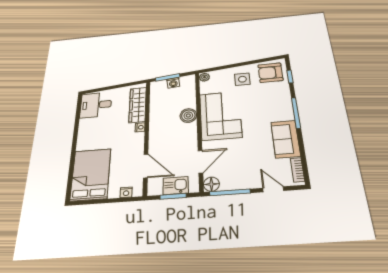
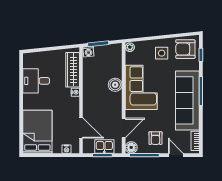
washing machine: (173, 83) -> (88, 52), moved
desk: (96, 105) -> (36, 81), moved
sofa: (286, 139) -> (187, 100), width x1.85, depth x1.27
armchair: (243, 170) -> (155, 138), added

